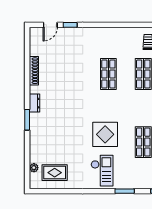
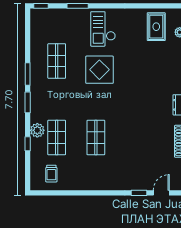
rug: (55, 173) -> (156, 27), turned 90

